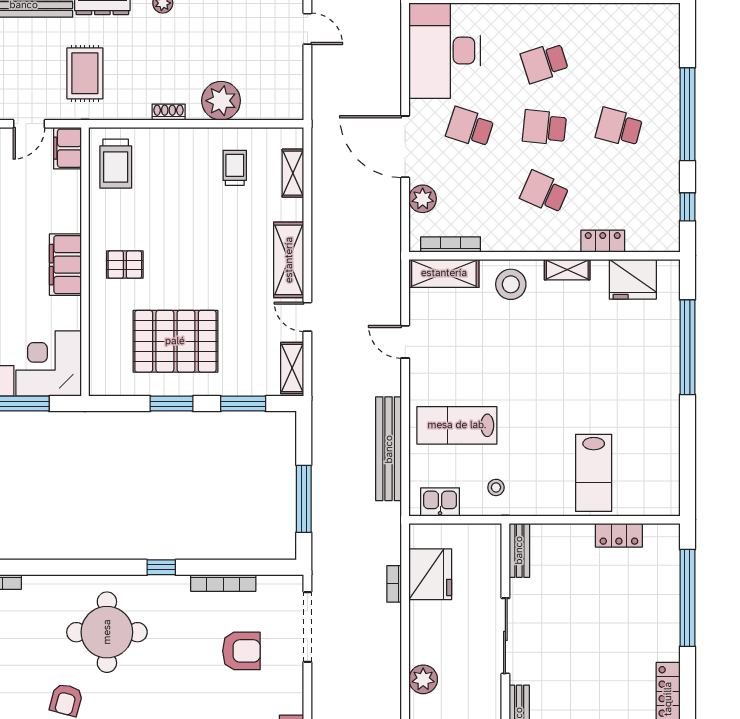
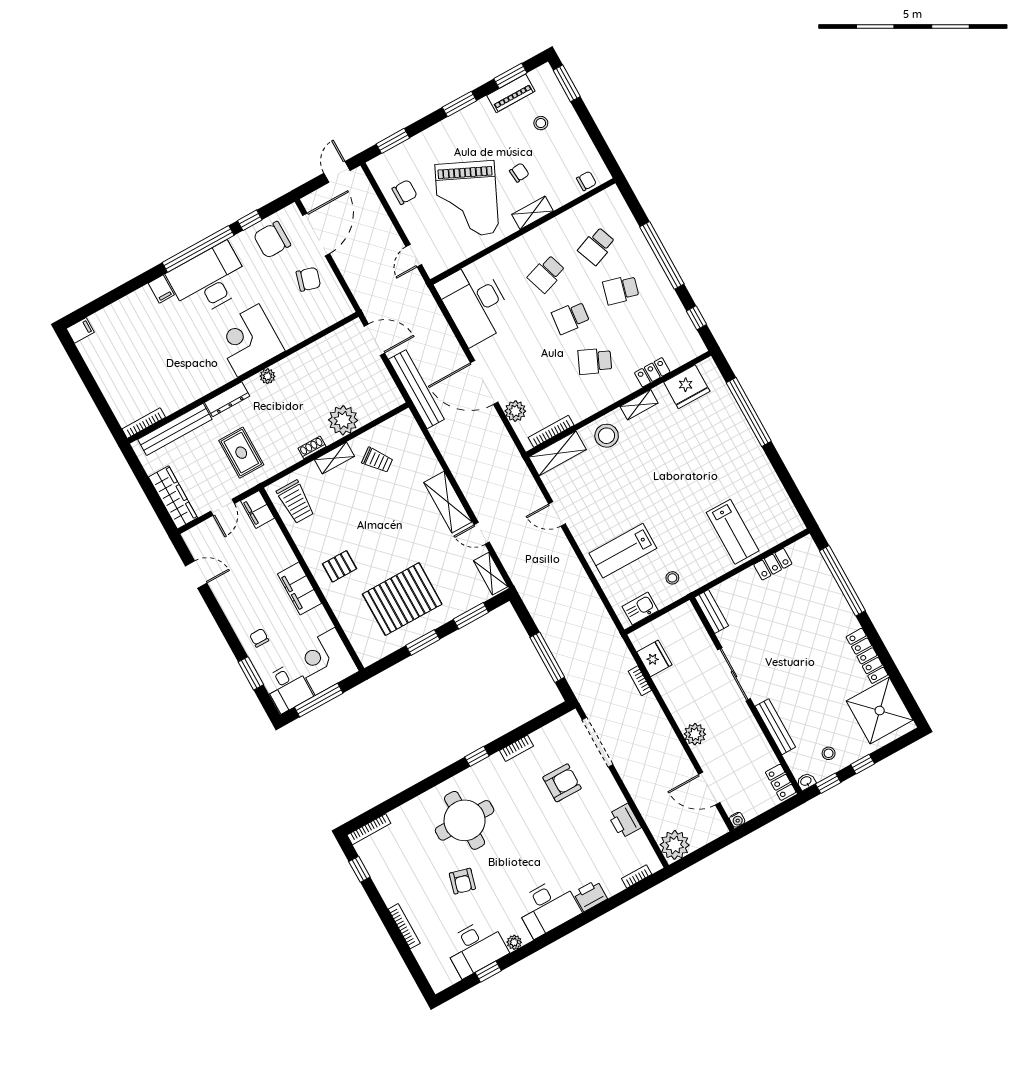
door: (307, 29) -> (374, 340), width x1.38
school desk: (470, 127) -> (597, 246), moved, turned -39
trolley: (235, 168) -> (377, 460), turned 143
shelving: (293, 173) -> (334, 458), moved, turned 90
bench: (389, 449) -> (416, 389), moved
fridge: (430, 574) -> (654, 658), width x0.73, depth x0.75
bookcase: (223, 583) -> (517, 748), width x0.64

